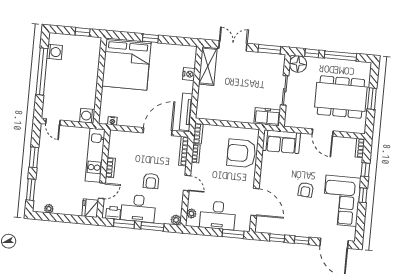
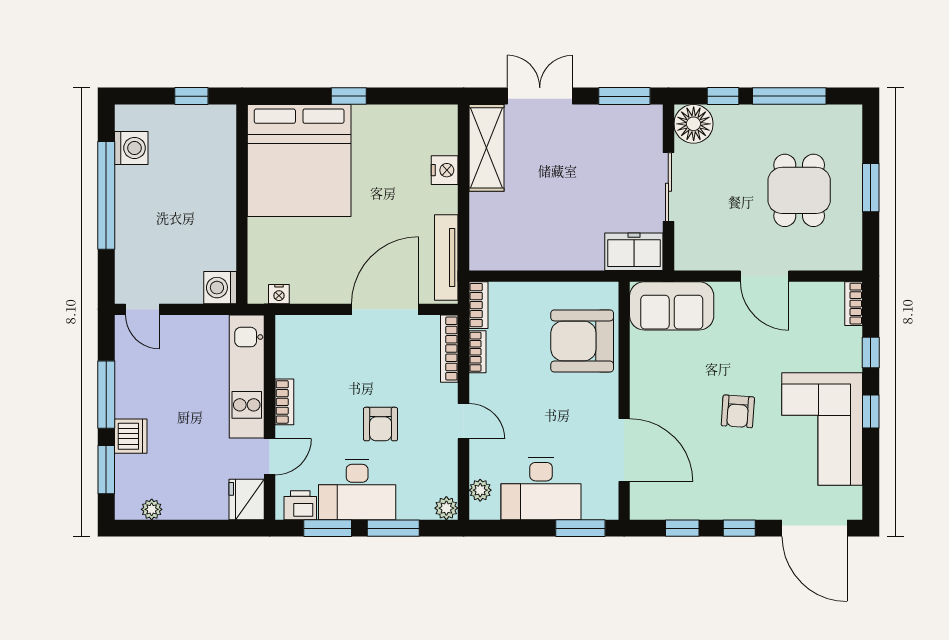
dining table: (341, 97) -> (799, 190), width x0.53, depth x0.80
window: (34, 157) -> (106, 395), width x1.44
dishwasher: (43, 176) -> (131, 436), added

